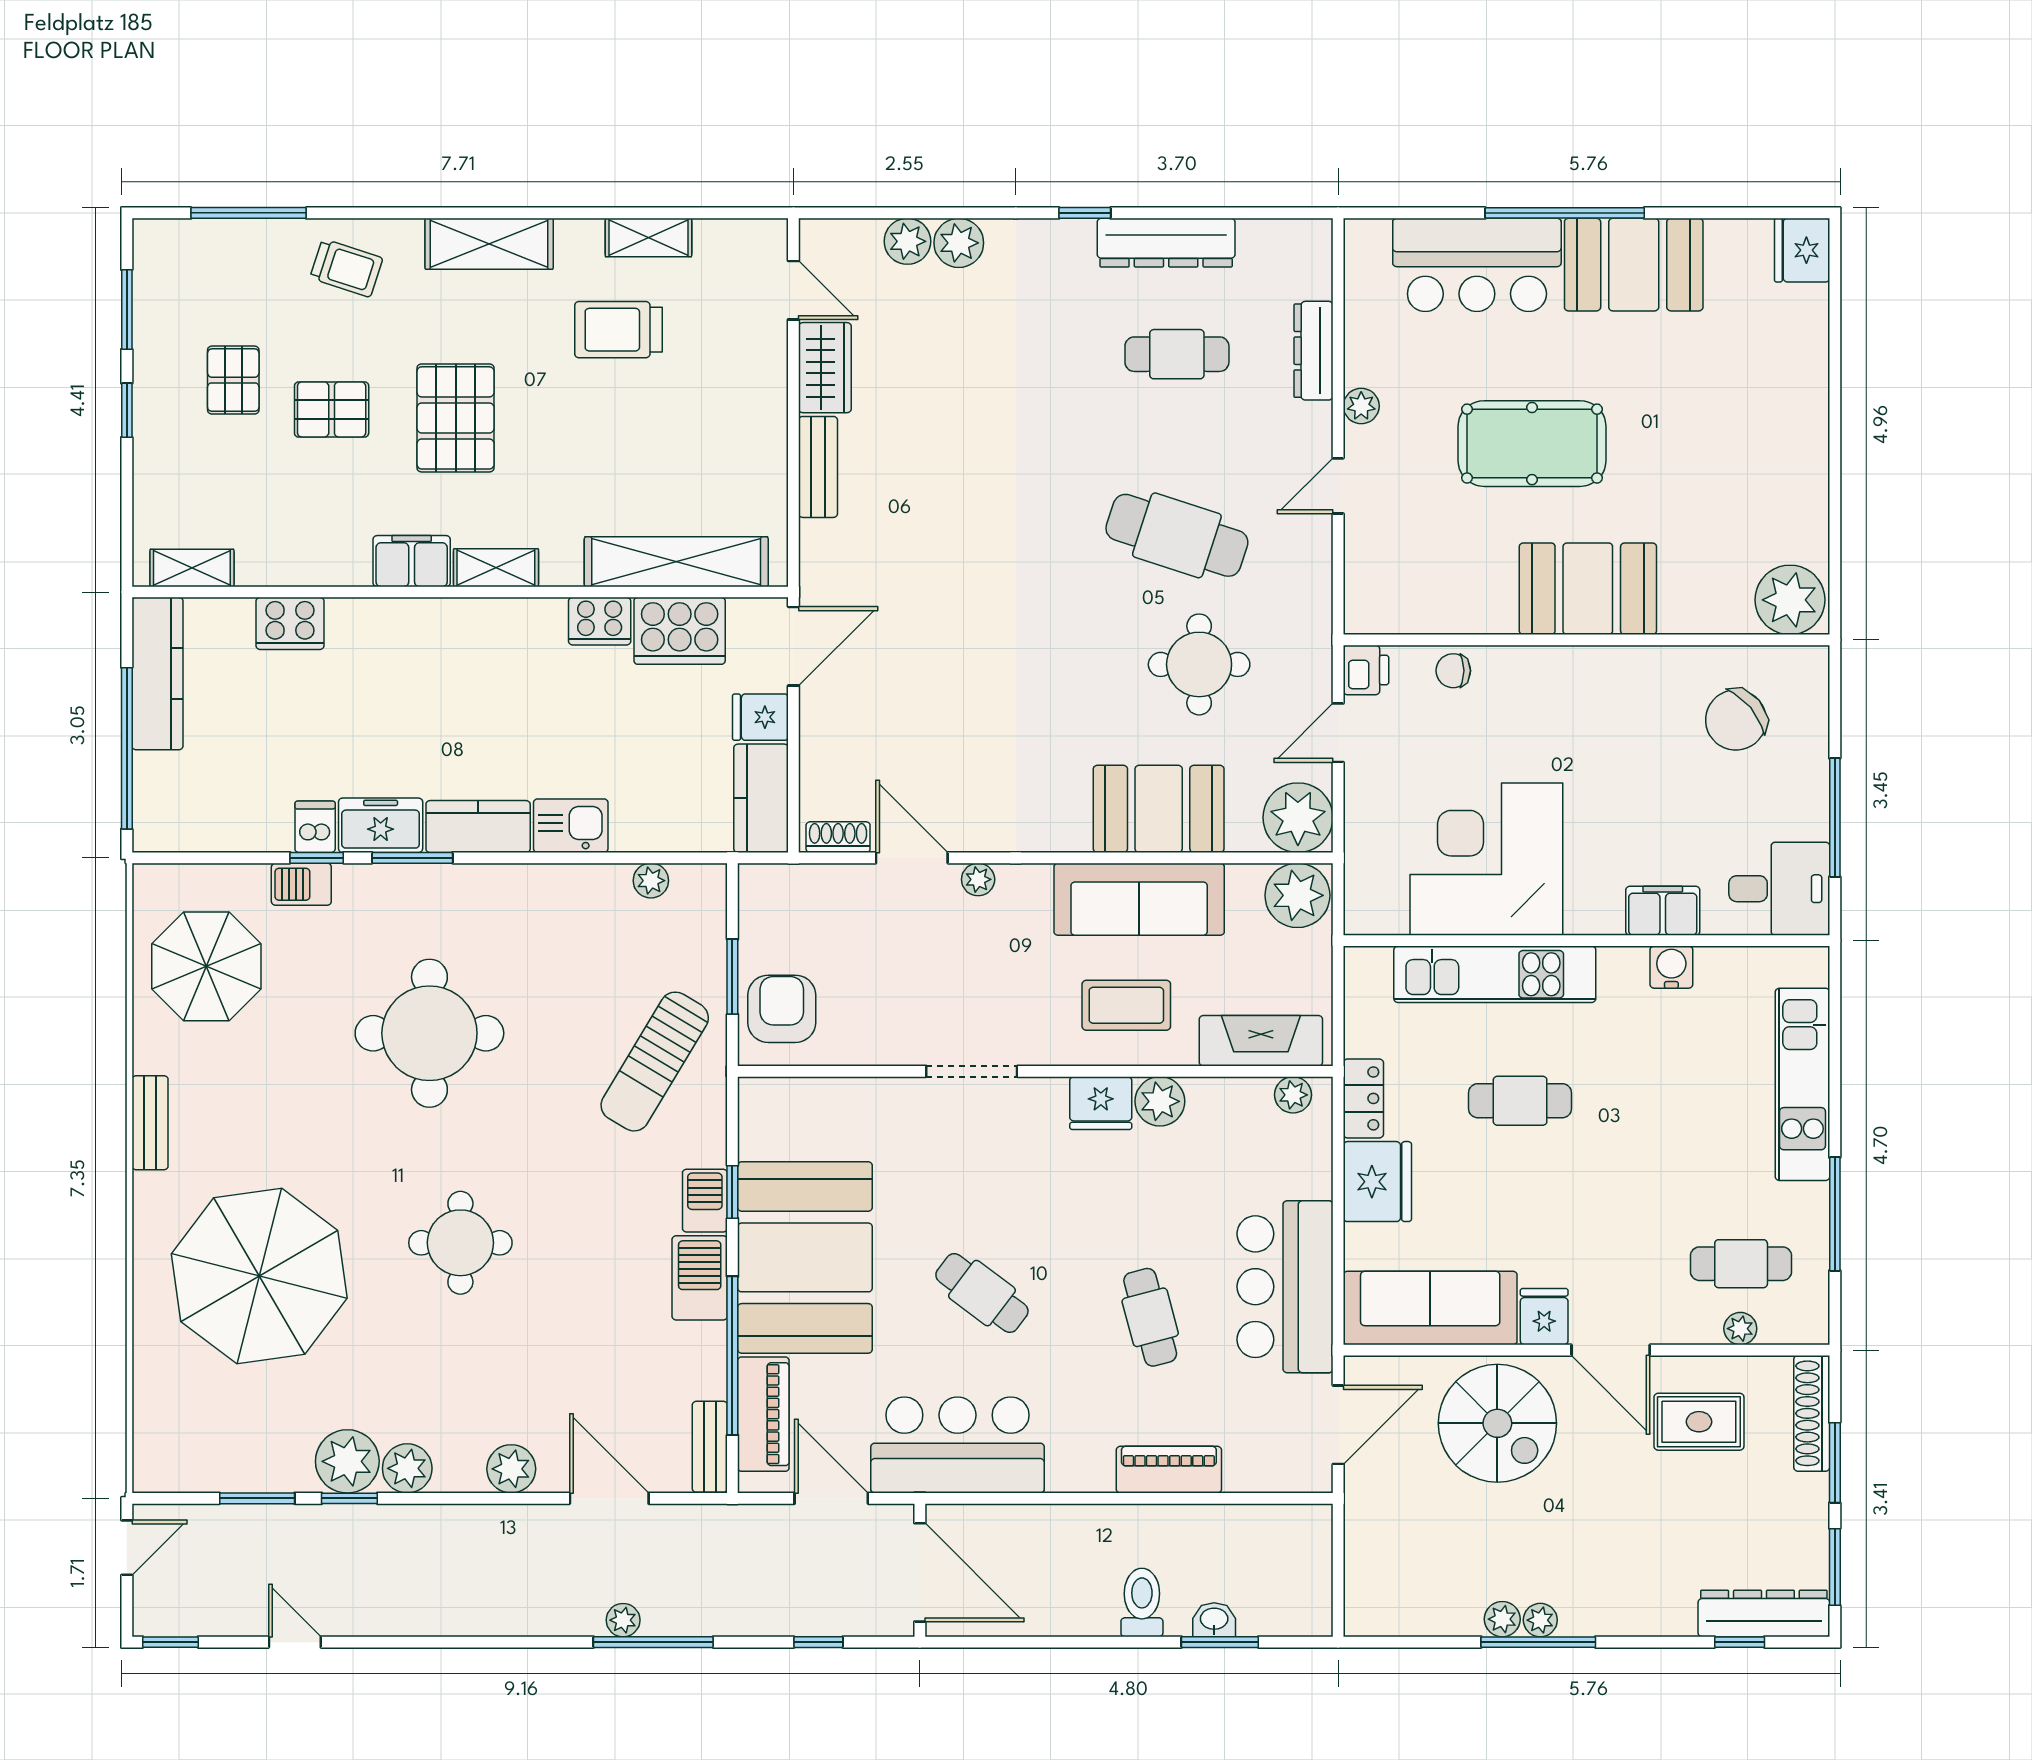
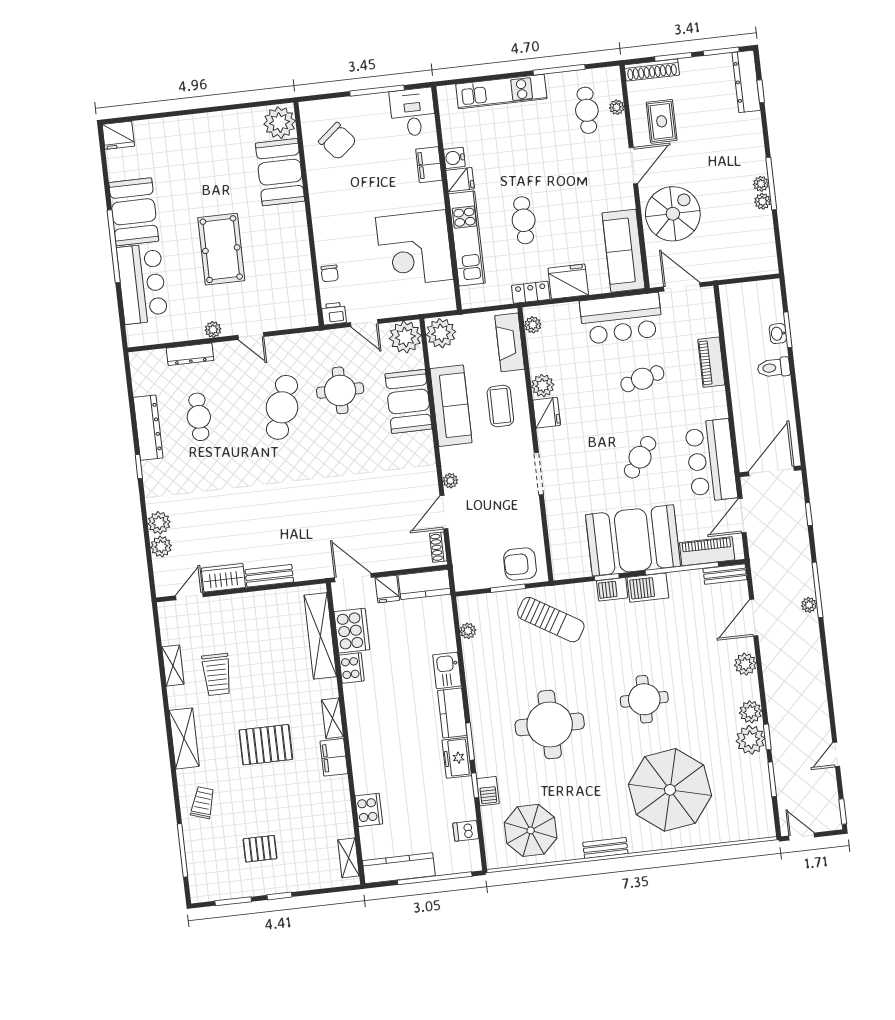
pallet: (332, 409) -> (268, 802), removed
booth: (1588, 589) -> (280, 172), moved
dishwasher: (315, 827) -> (466, 831), moved
fridge: (1544, 1317) -> (460, 180), moved, turned 180

